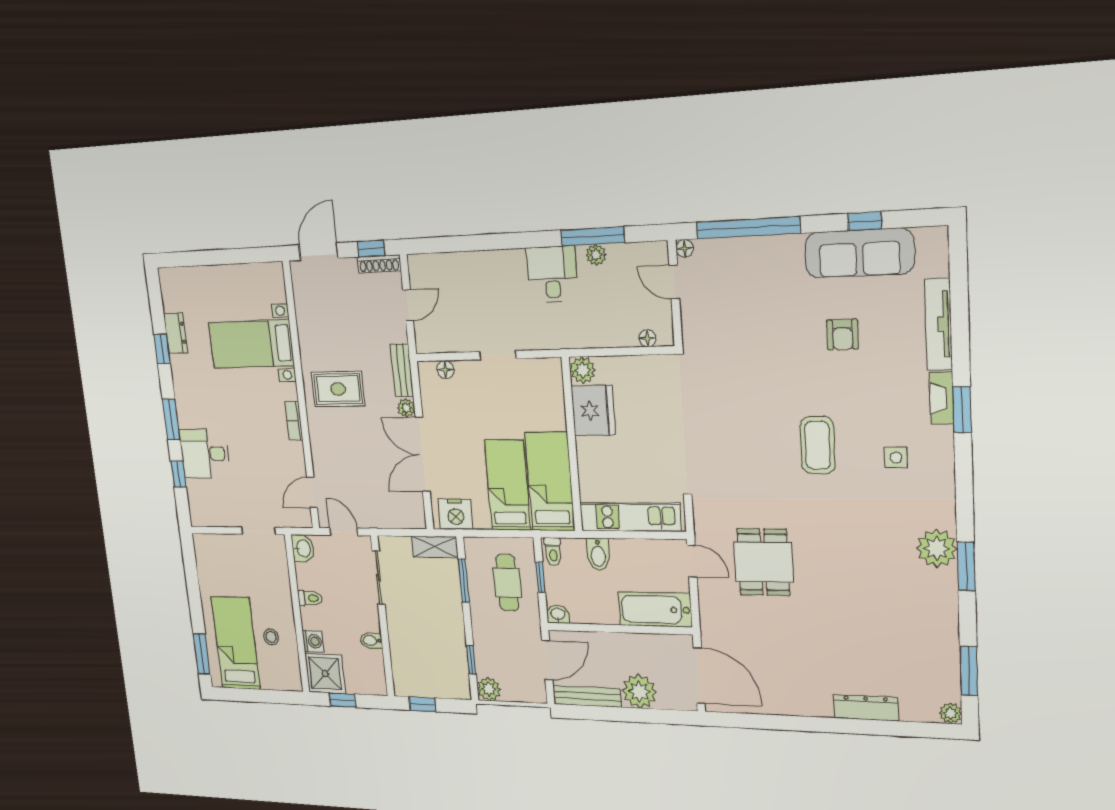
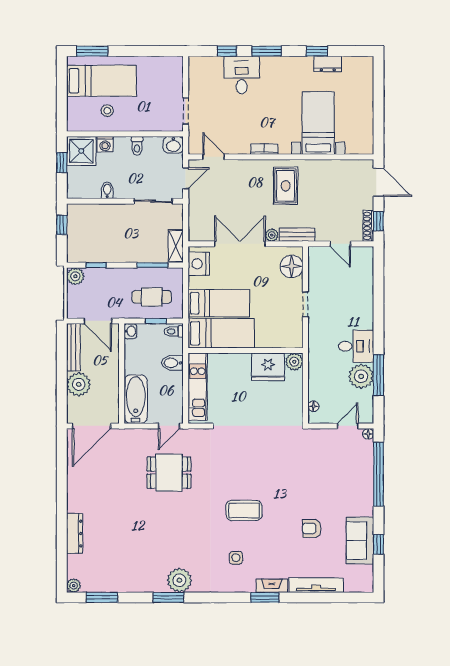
sofa: (860, 253) -> (360, 541), width x0.73
plant: (596, 255) -> (361, 376), width x1.87, depth x1.87
floor lamp: (445, 370) -> (292, 266), width x1.89, depth x1.89

